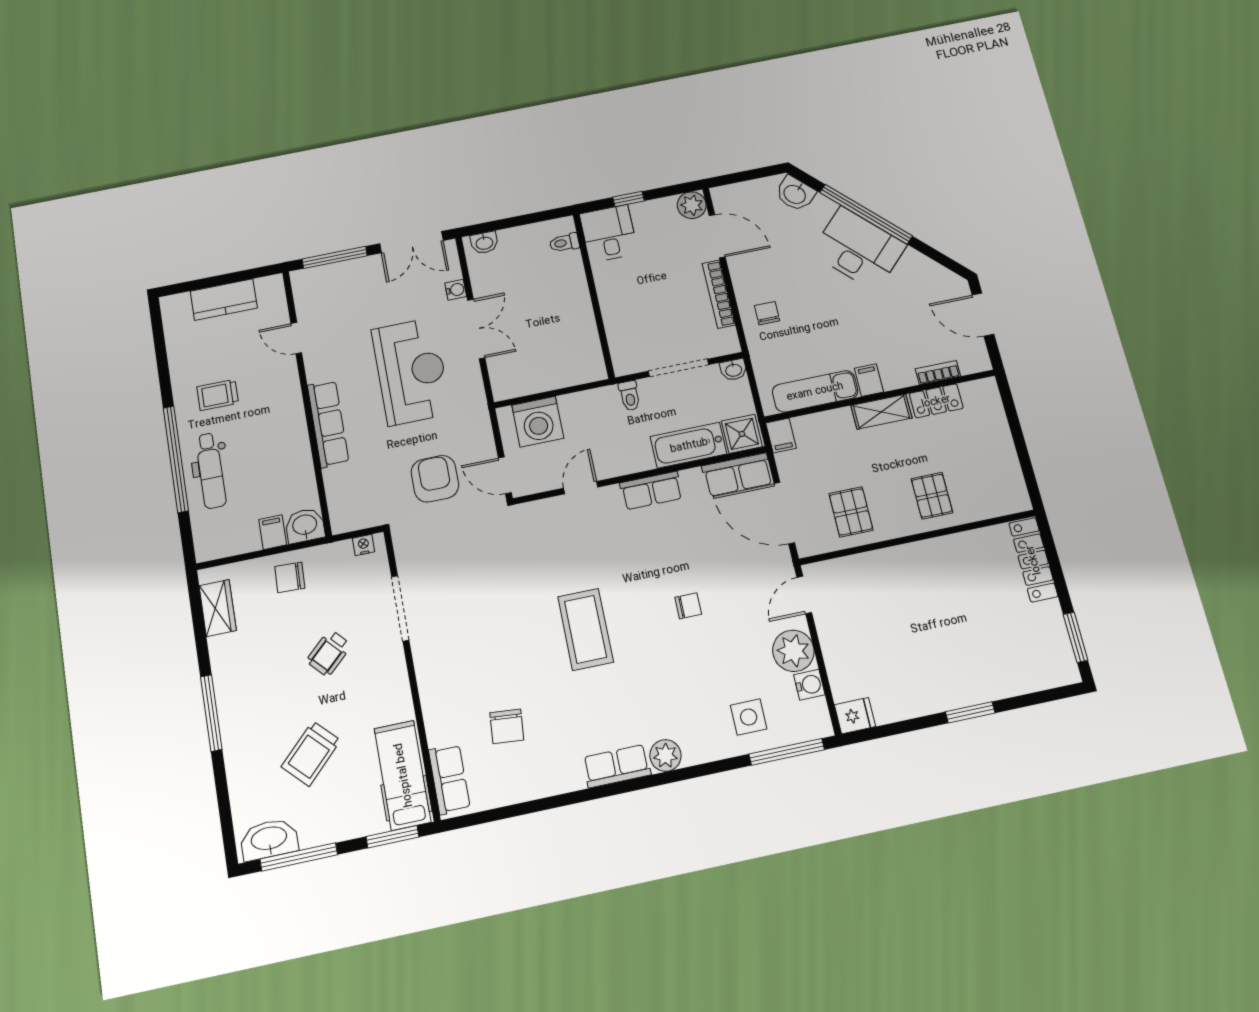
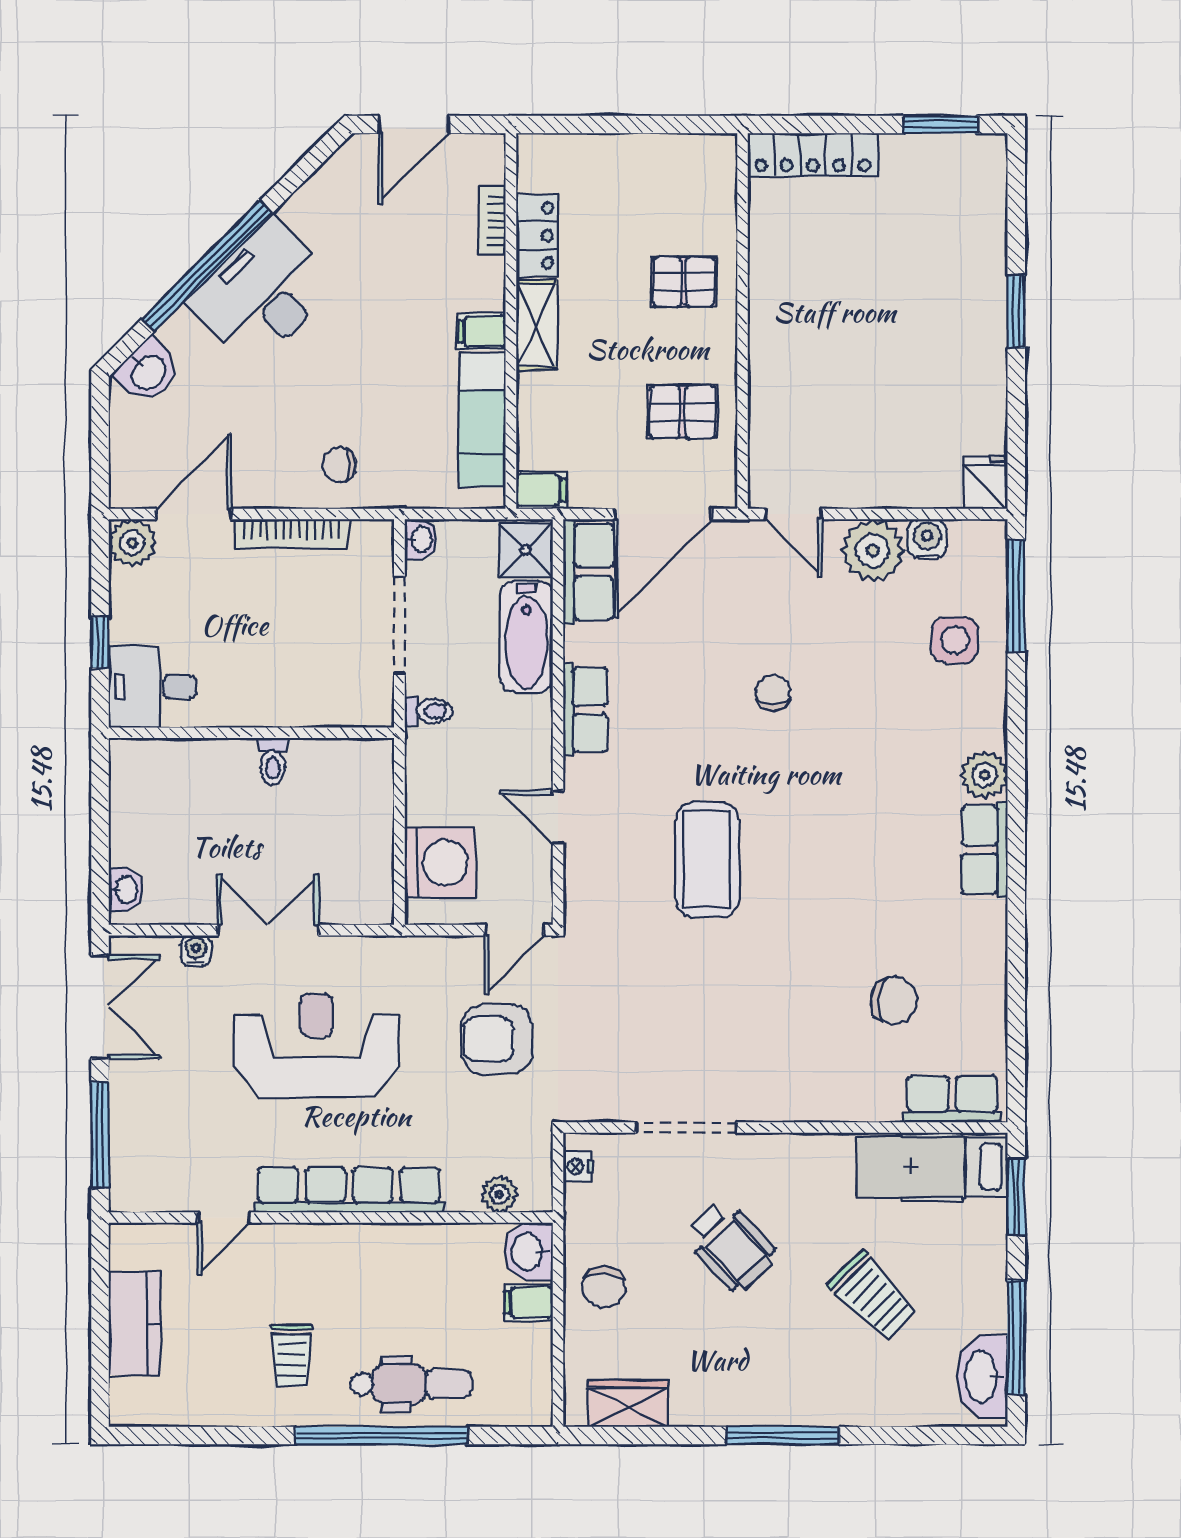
toilet: (564, 243) -> (273, 761), moved
row of seats: (328, 424) -> (349, 1190), width x1.36
plant: (338, 500) -> (499, 1194), added
coffee table: (586, 629) -> (707, 860), moved, turned 90
wheelchair: (329, 653) -> (731, 1246), width x1.36, depth x1.37

